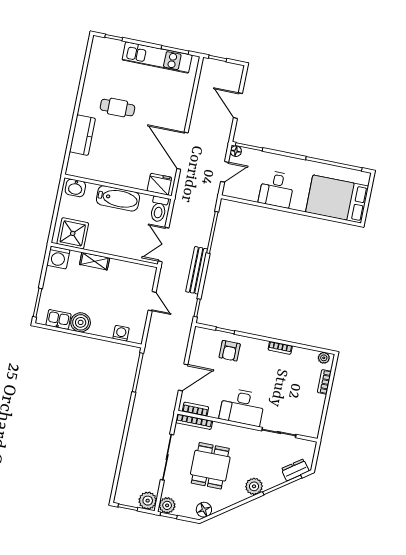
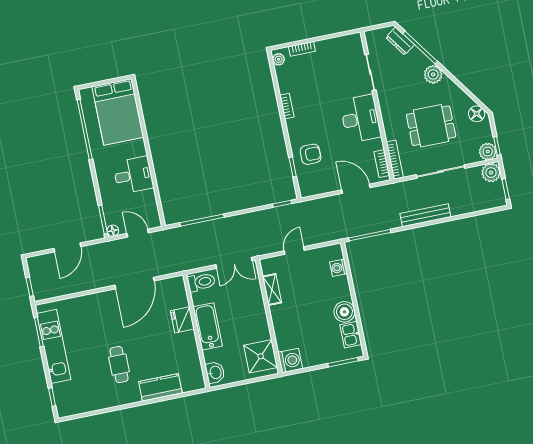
fridge: (159, 184) -> (182, 320), moved
shelving: (95, 261) -> (272, 290), moved
bench: (197, 270) -> (425, 215), moved

